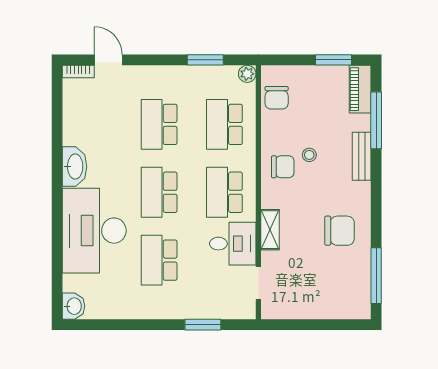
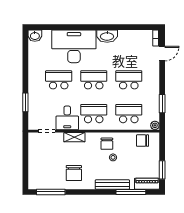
bench: (362, 156) -> (112, 184), width x1.36

